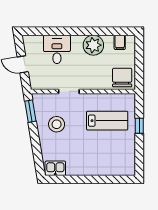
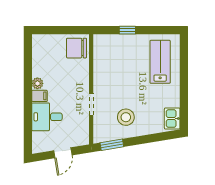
filing cabinet: (120, 42) -> (40, 96), moved
plant: (93, 45) -> (37, 83), width x0.53, depth x0.53
lab bench: (107, 121) -> (160, 62), moved

